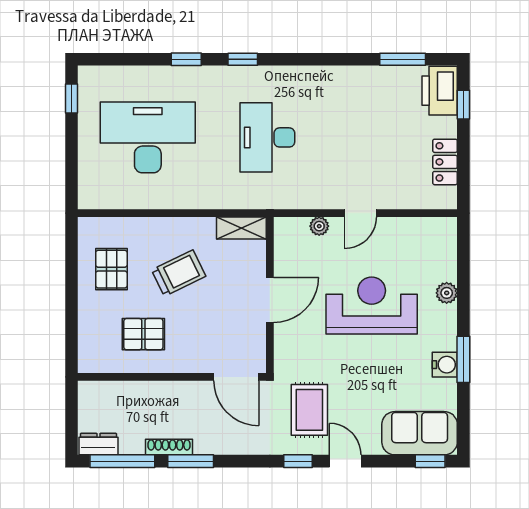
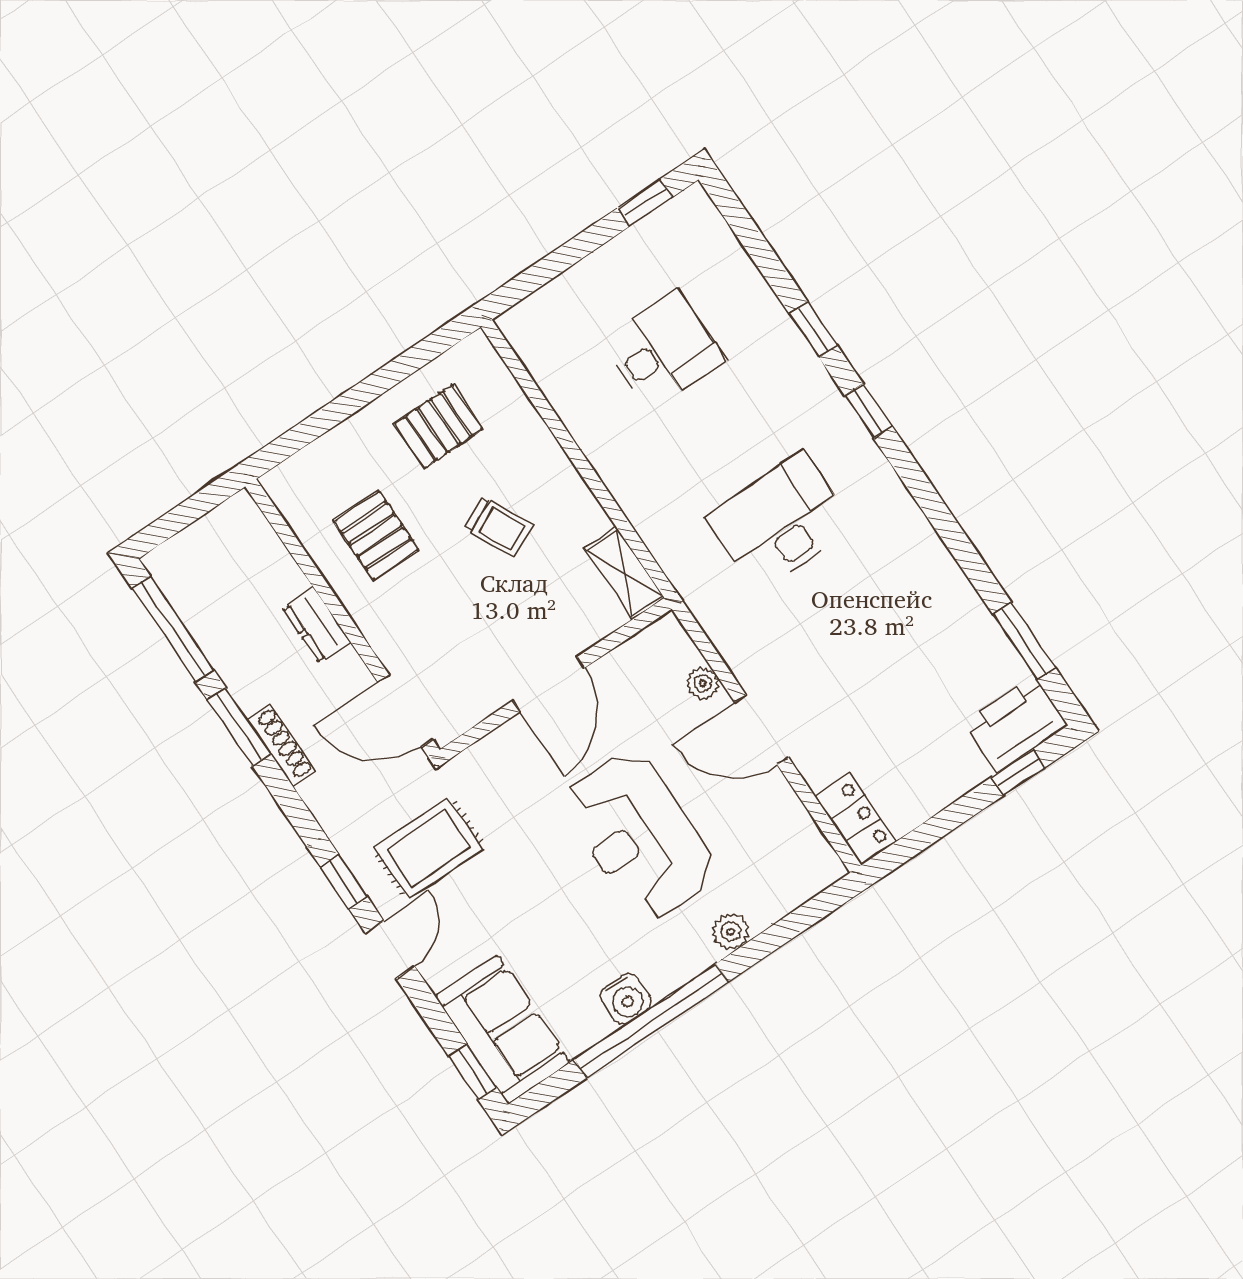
desk: (148, 137) -> (663, 350), width x0.53, depth x0.77
locker: (445, 162) -> (855, 819), moved, turned 90
door: (360, 213) -> (762, 730), width x1.38
trolley: (179, 273) -> (498, 527), width x0.73, depth x0.72
door: (270, 300) -> (549, 684), hinge flipped
reception desk: (372, 306) -> (640, 836), turned 180
window: (463, 359) -> (651, 1021), width x2.11
door: (236, 377) -> (405, 711), hinge flipped
dresser: (98, 444) -> (317, 625), moved, turned 180
shoe rack: (169, 447) -> (281, 745), moved

